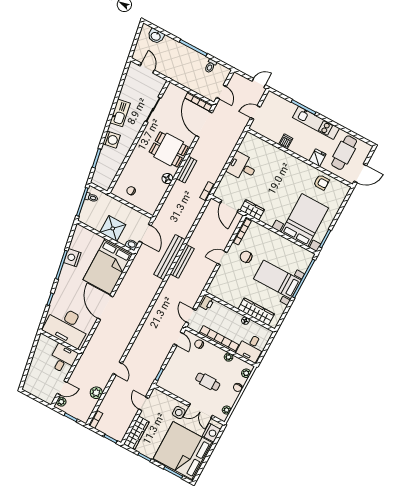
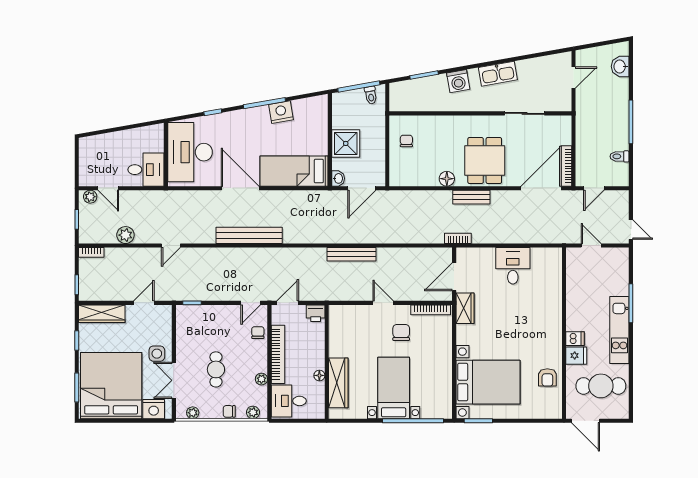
dishwasher: (286, 141) -> (575, 339), moved
bench: (170, 257) -> (249, 235), moved
bed: (108, 267) -> (294, 171), width x0.67
door: (105, 308) -> (240, 188), hinge flipped

